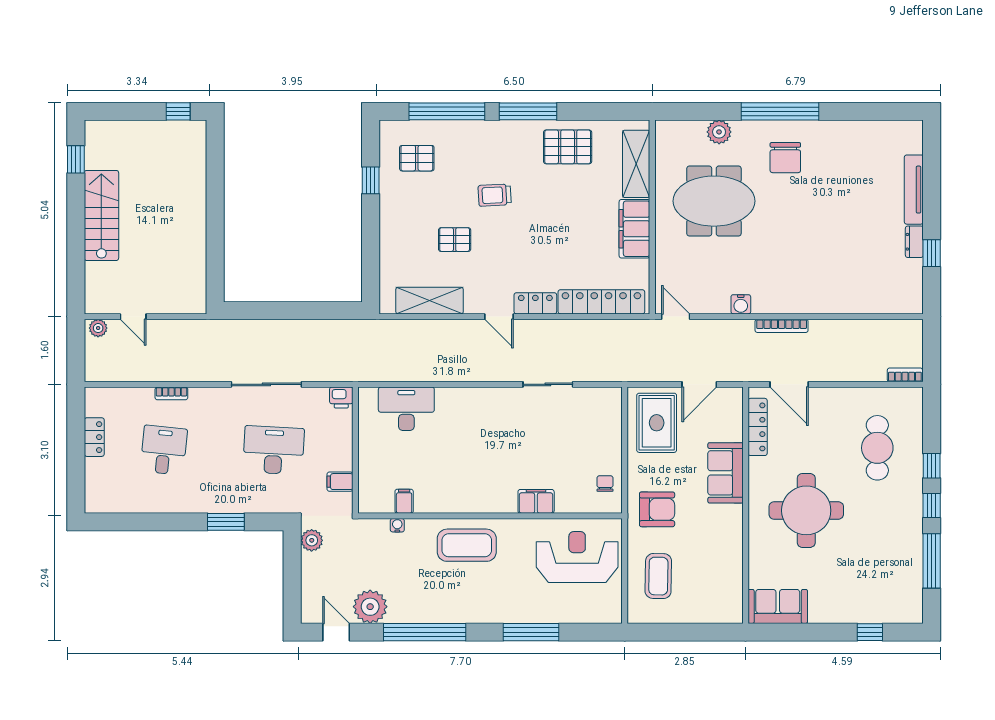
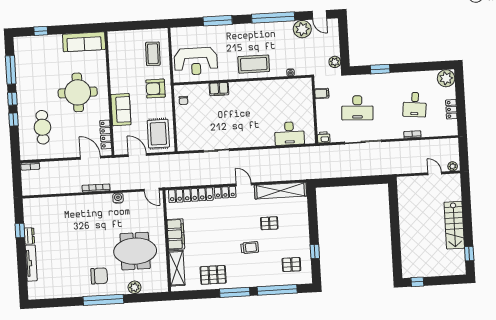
chair: (785, 158) -> (99, 276), turned 90
shelving: (430, 301) -> (281, 191), width x1.47
door: (699, 384) -> (137, 155), hinge flipped
plant: (101, 497) -> (446, 78), added
filing cabinet: (404, 501) -> (288, 85), removed
sofa: (778, 606) -> (84, 42), width x1.36

